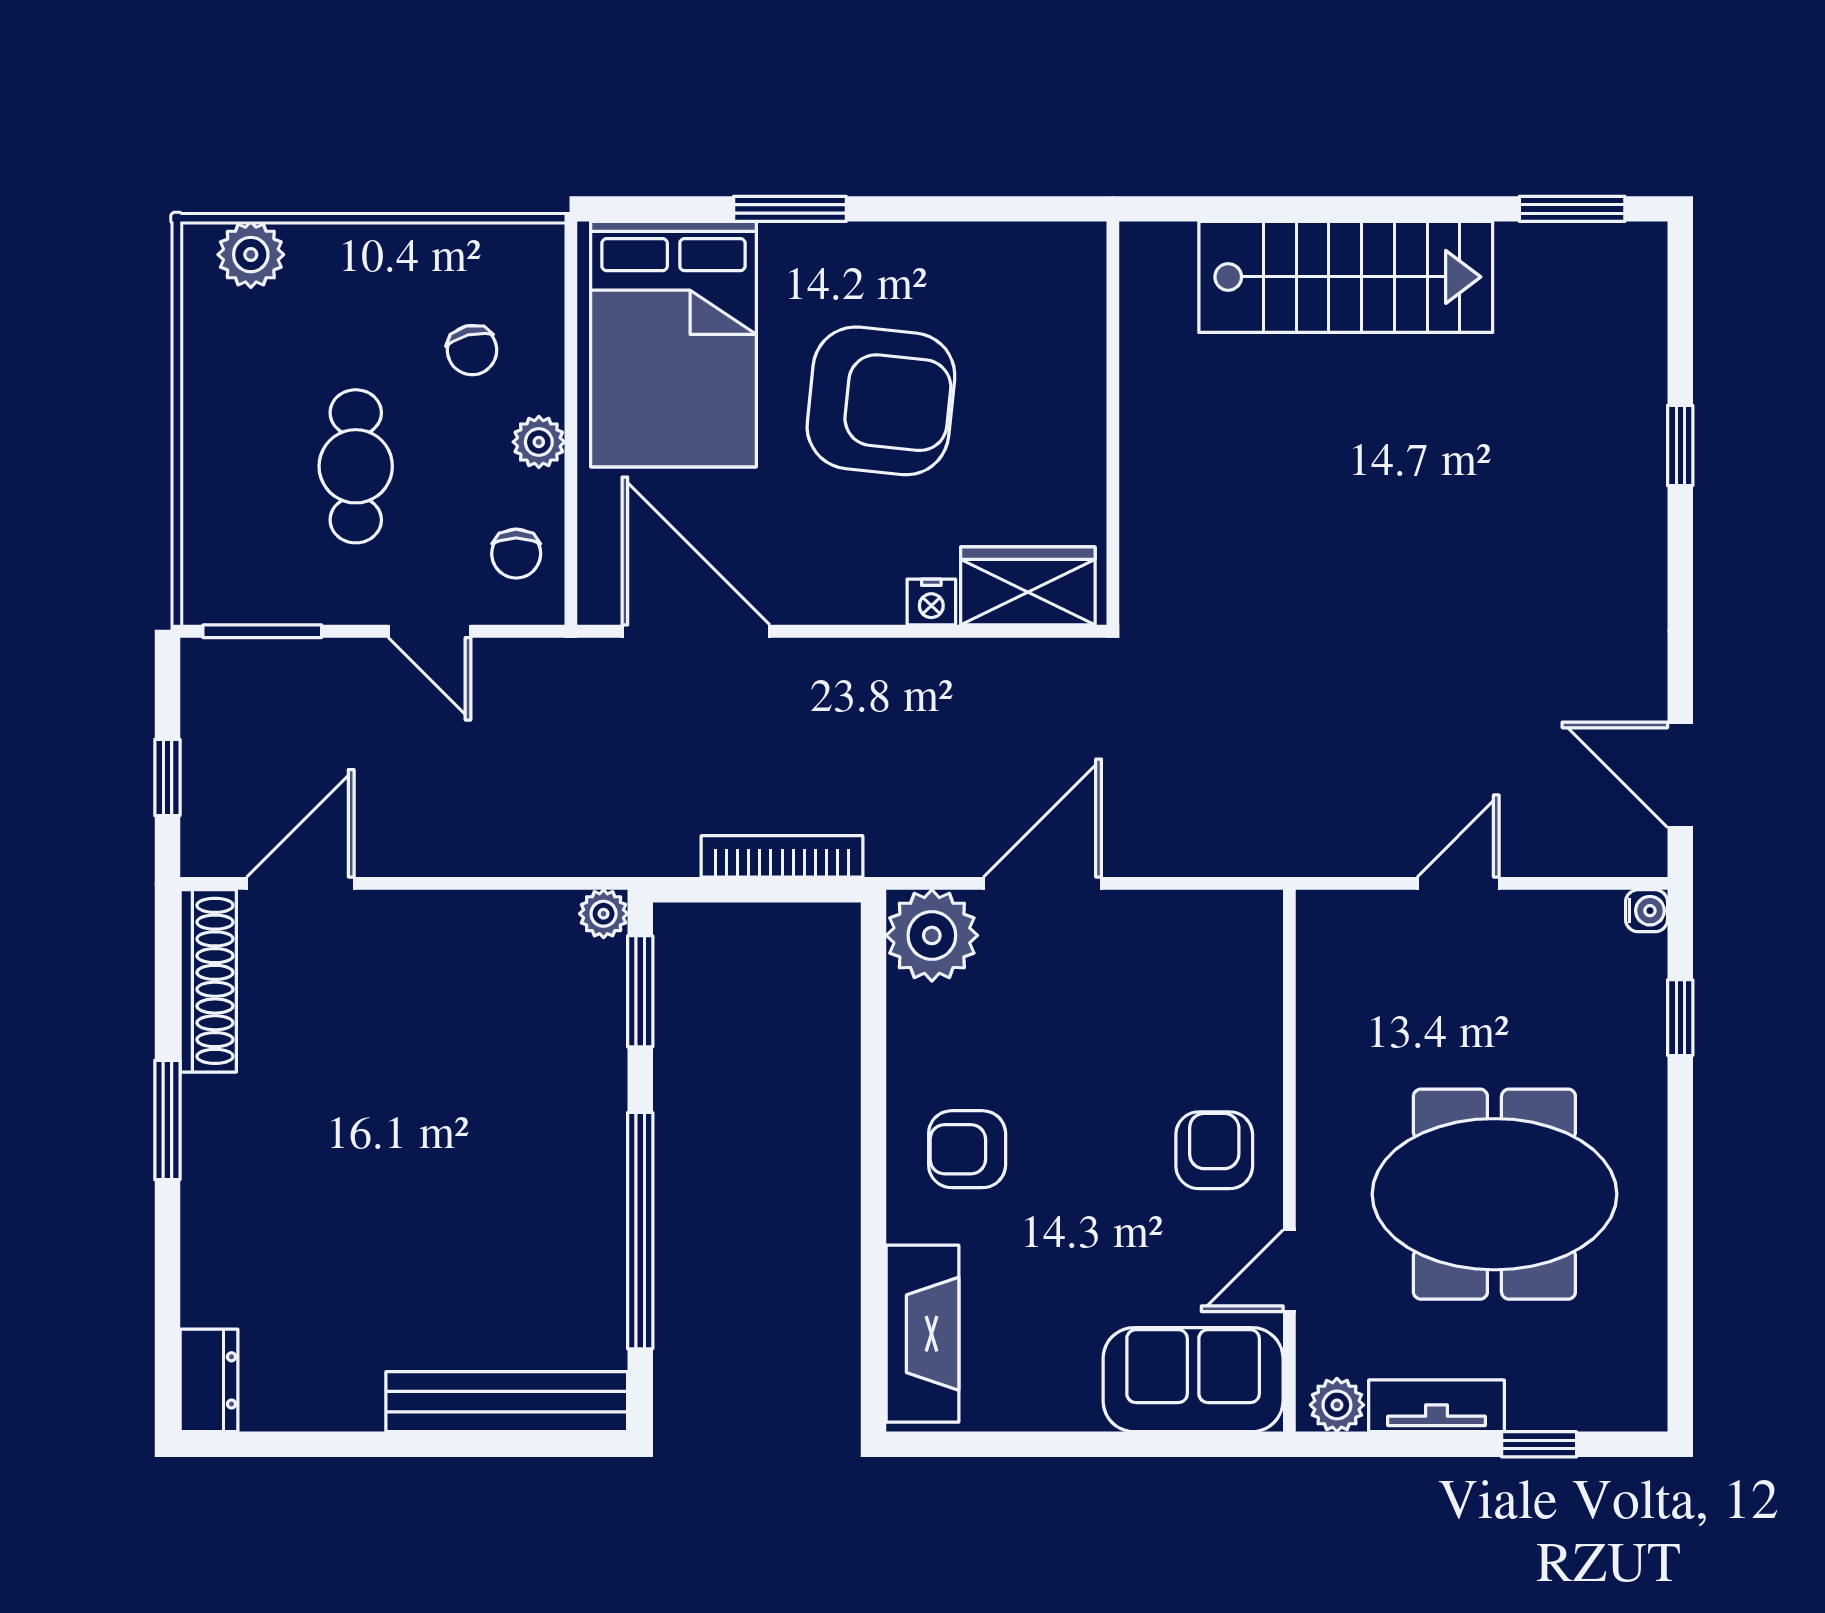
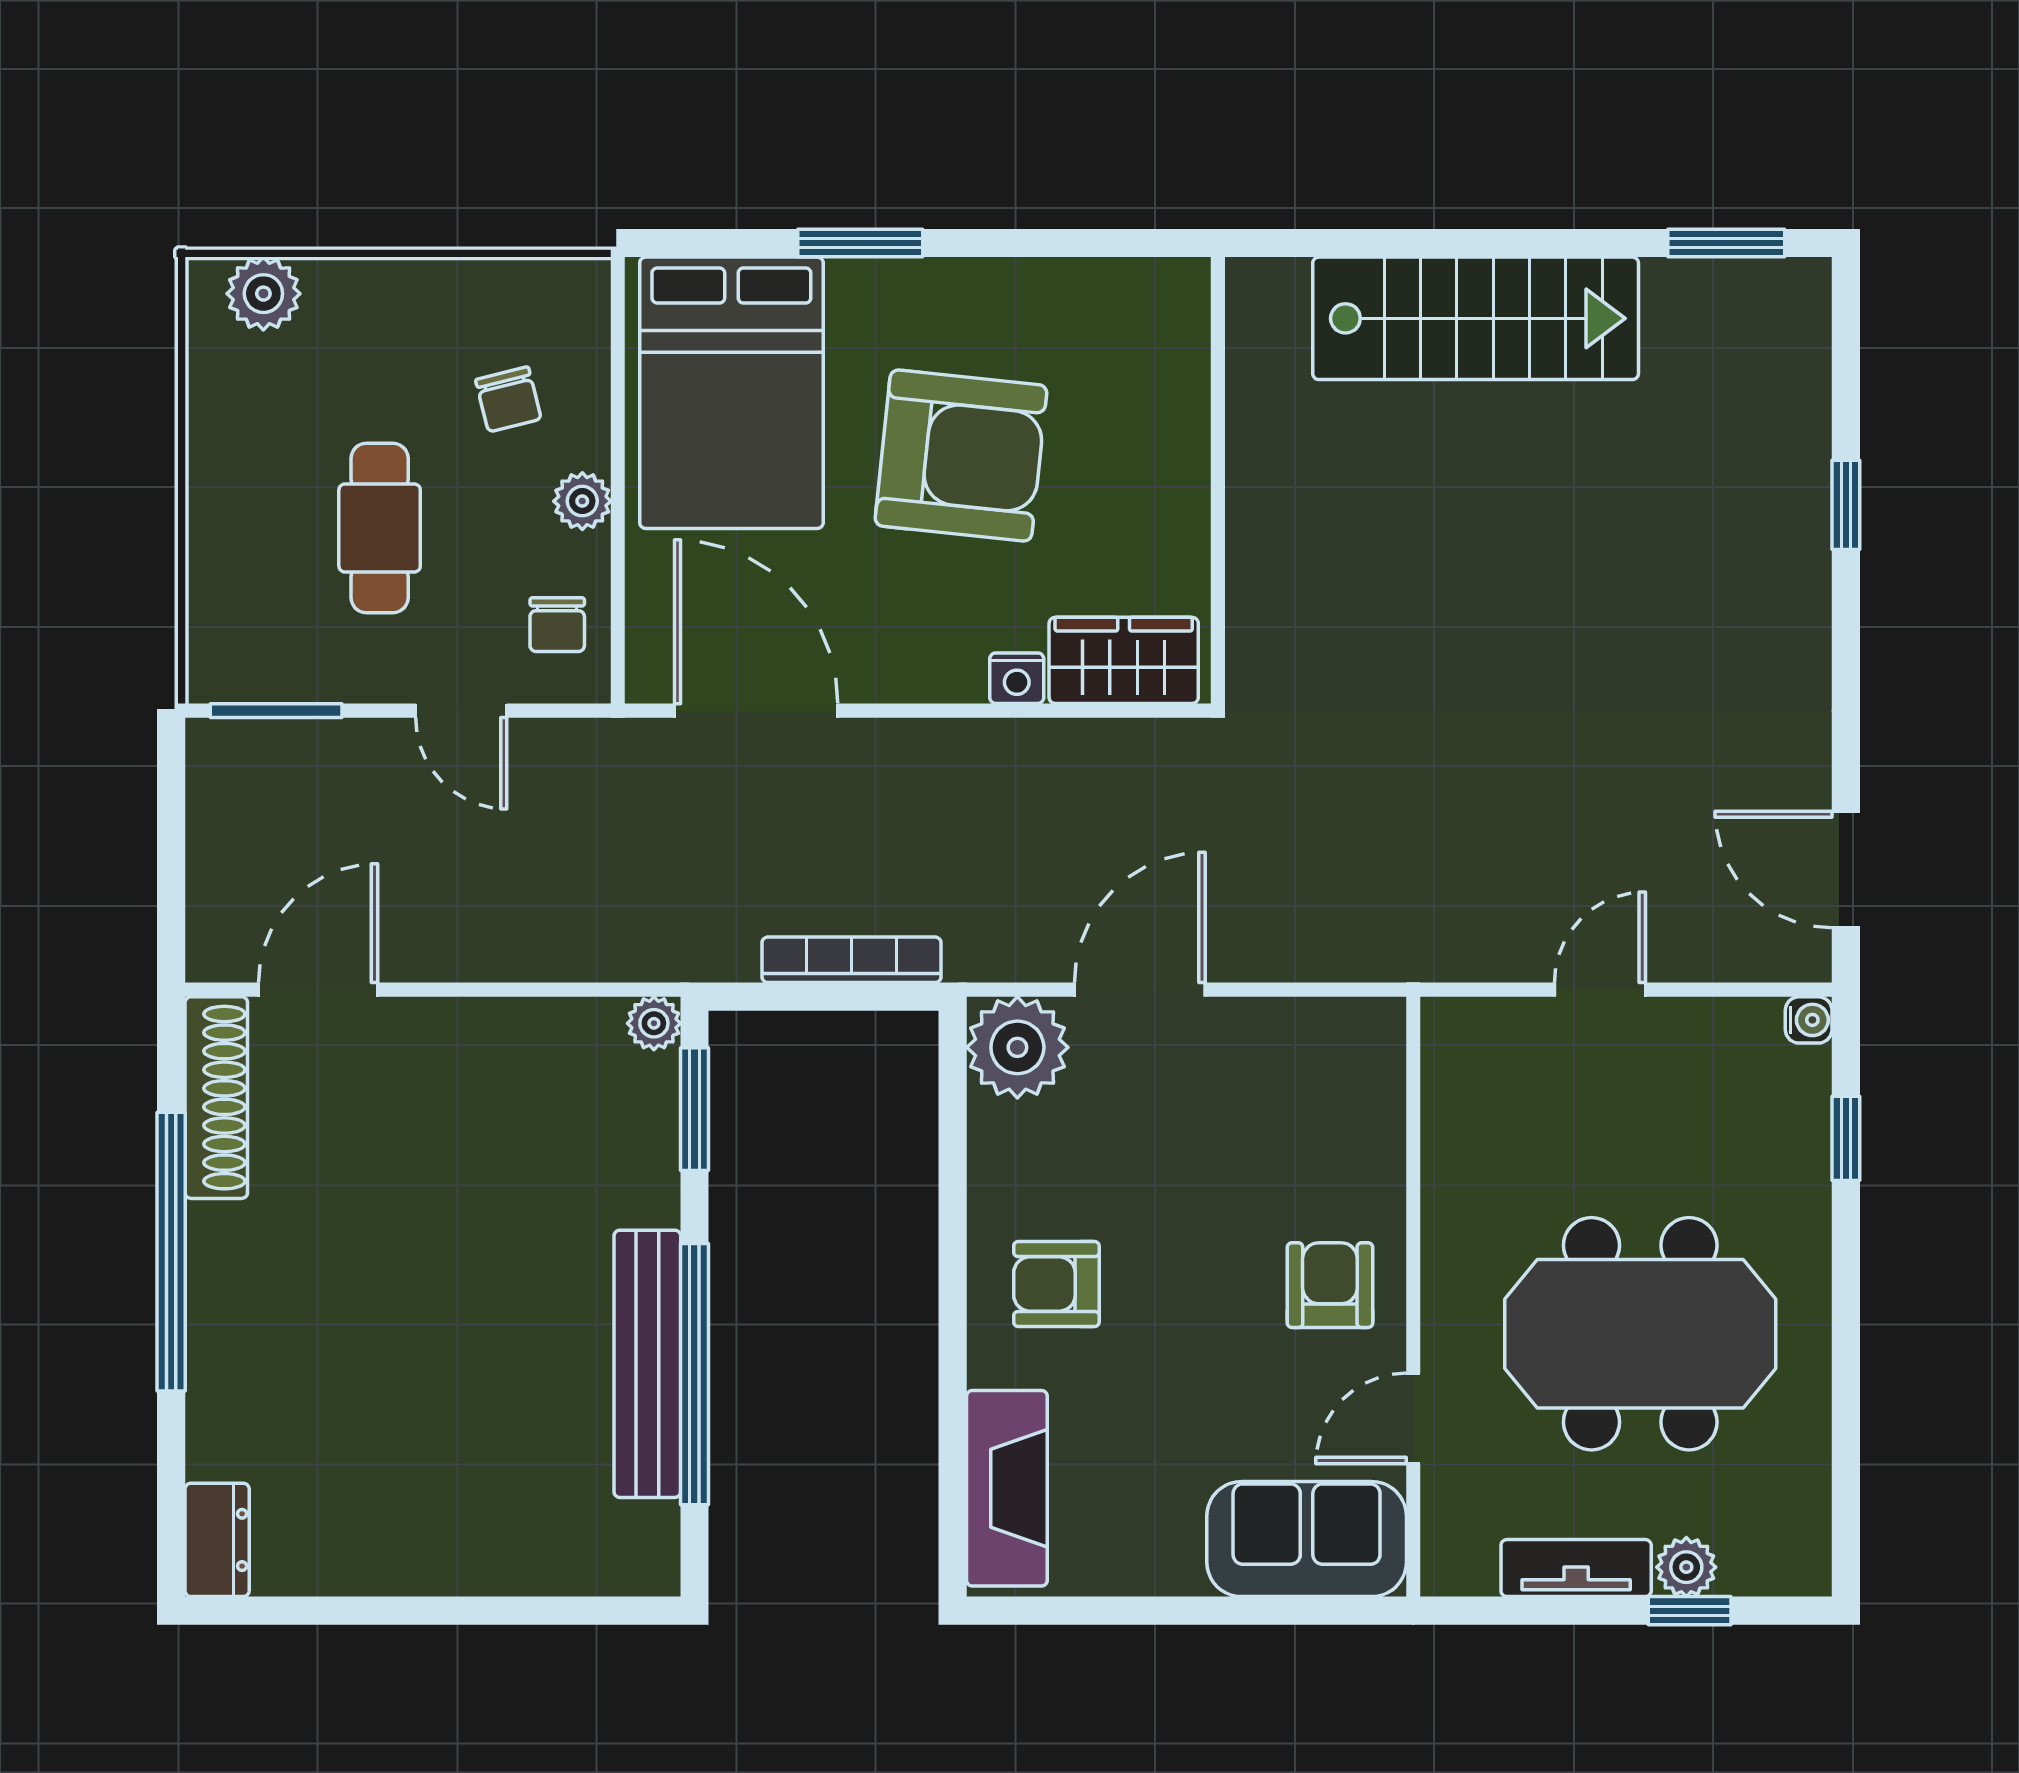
window: (167, 777) -> (171, 872), removed
window: (167, 1120) -> (171, 1252), width x2.11
bench: (507, 1402) -> (647, 1364), moved, turned 90
plant: (1337, 1405) -> (1686, 1567), moved

